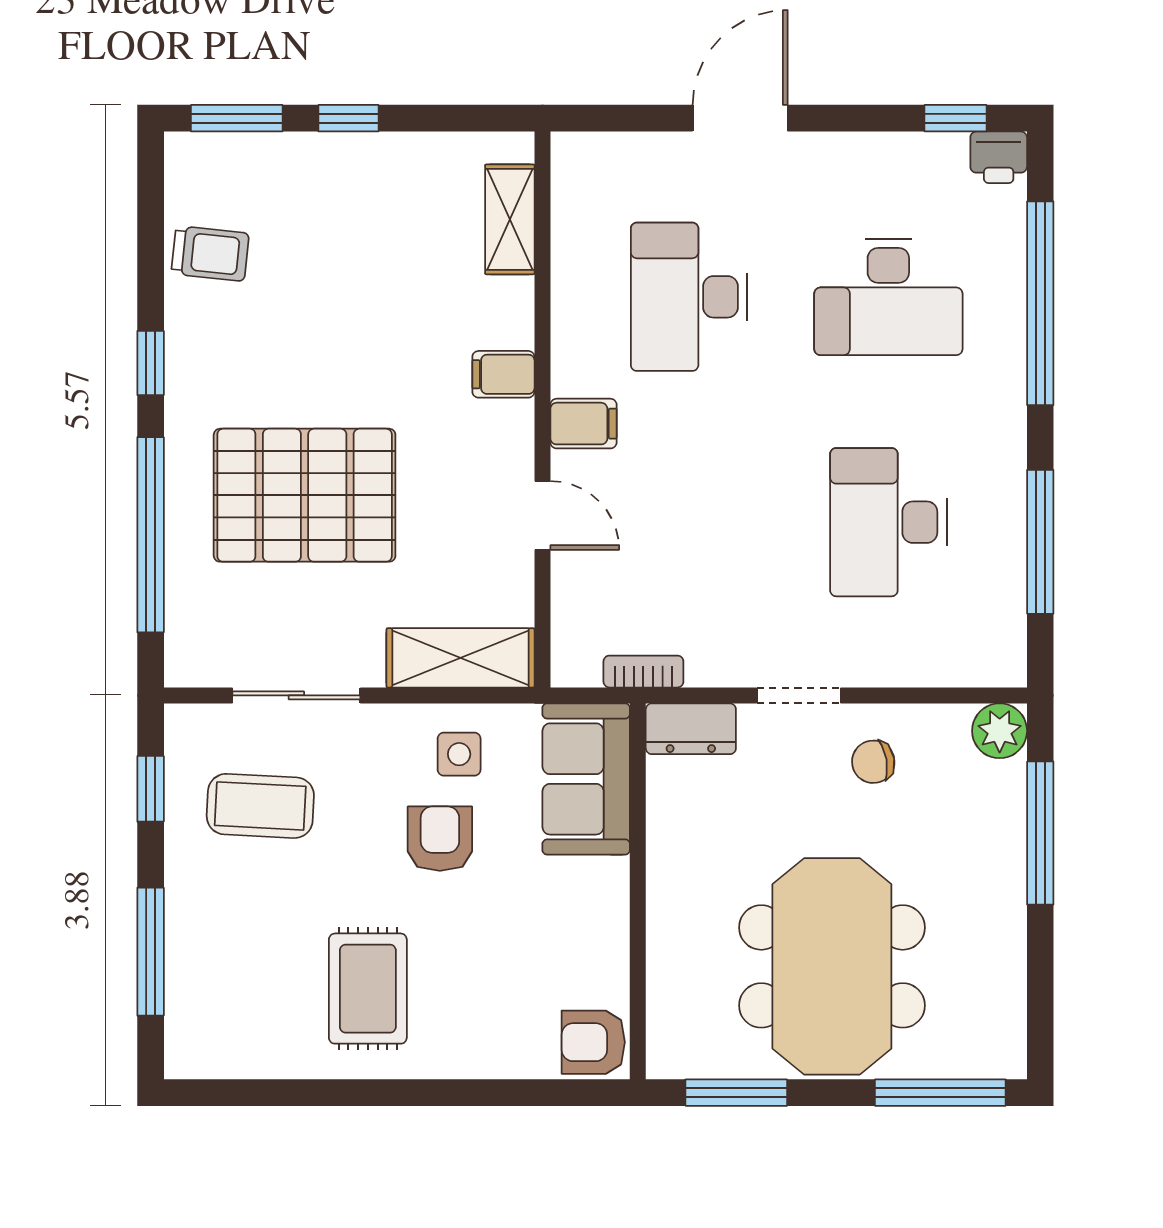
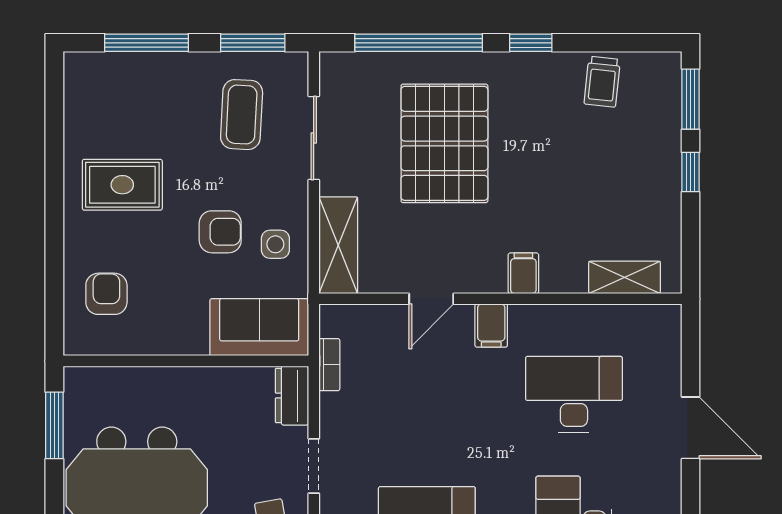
window: (151, 789) -> (253, 43), width x1.50
armchair: (593, 1042) -> (106, 294), moved

